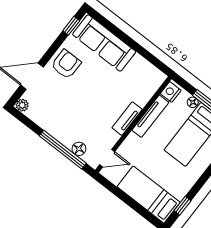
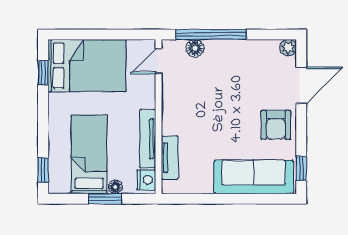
tv unit: (127, 119) -> (170, 158), moved
bed: (149, 195) -> (87, 66), width x1.50

